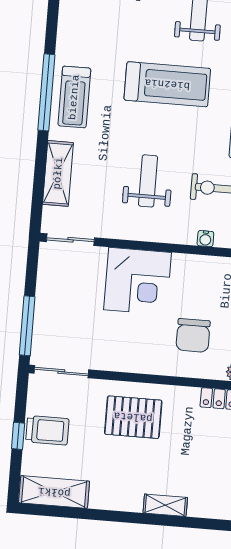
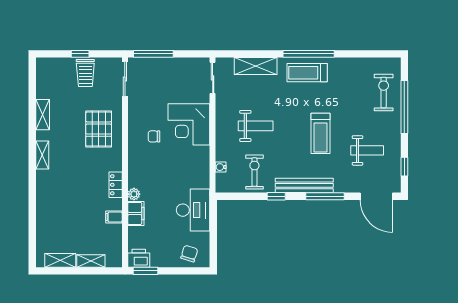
treadmill: (167, 84) -> (321, 133), width x0.73, depth x0.73
chair: (193, 335) -> (154, 136), moved, width x0.54, depth x0.54
shelving: (54, 492) -> (43, 115), moved, width x0.67, depth x0.75

